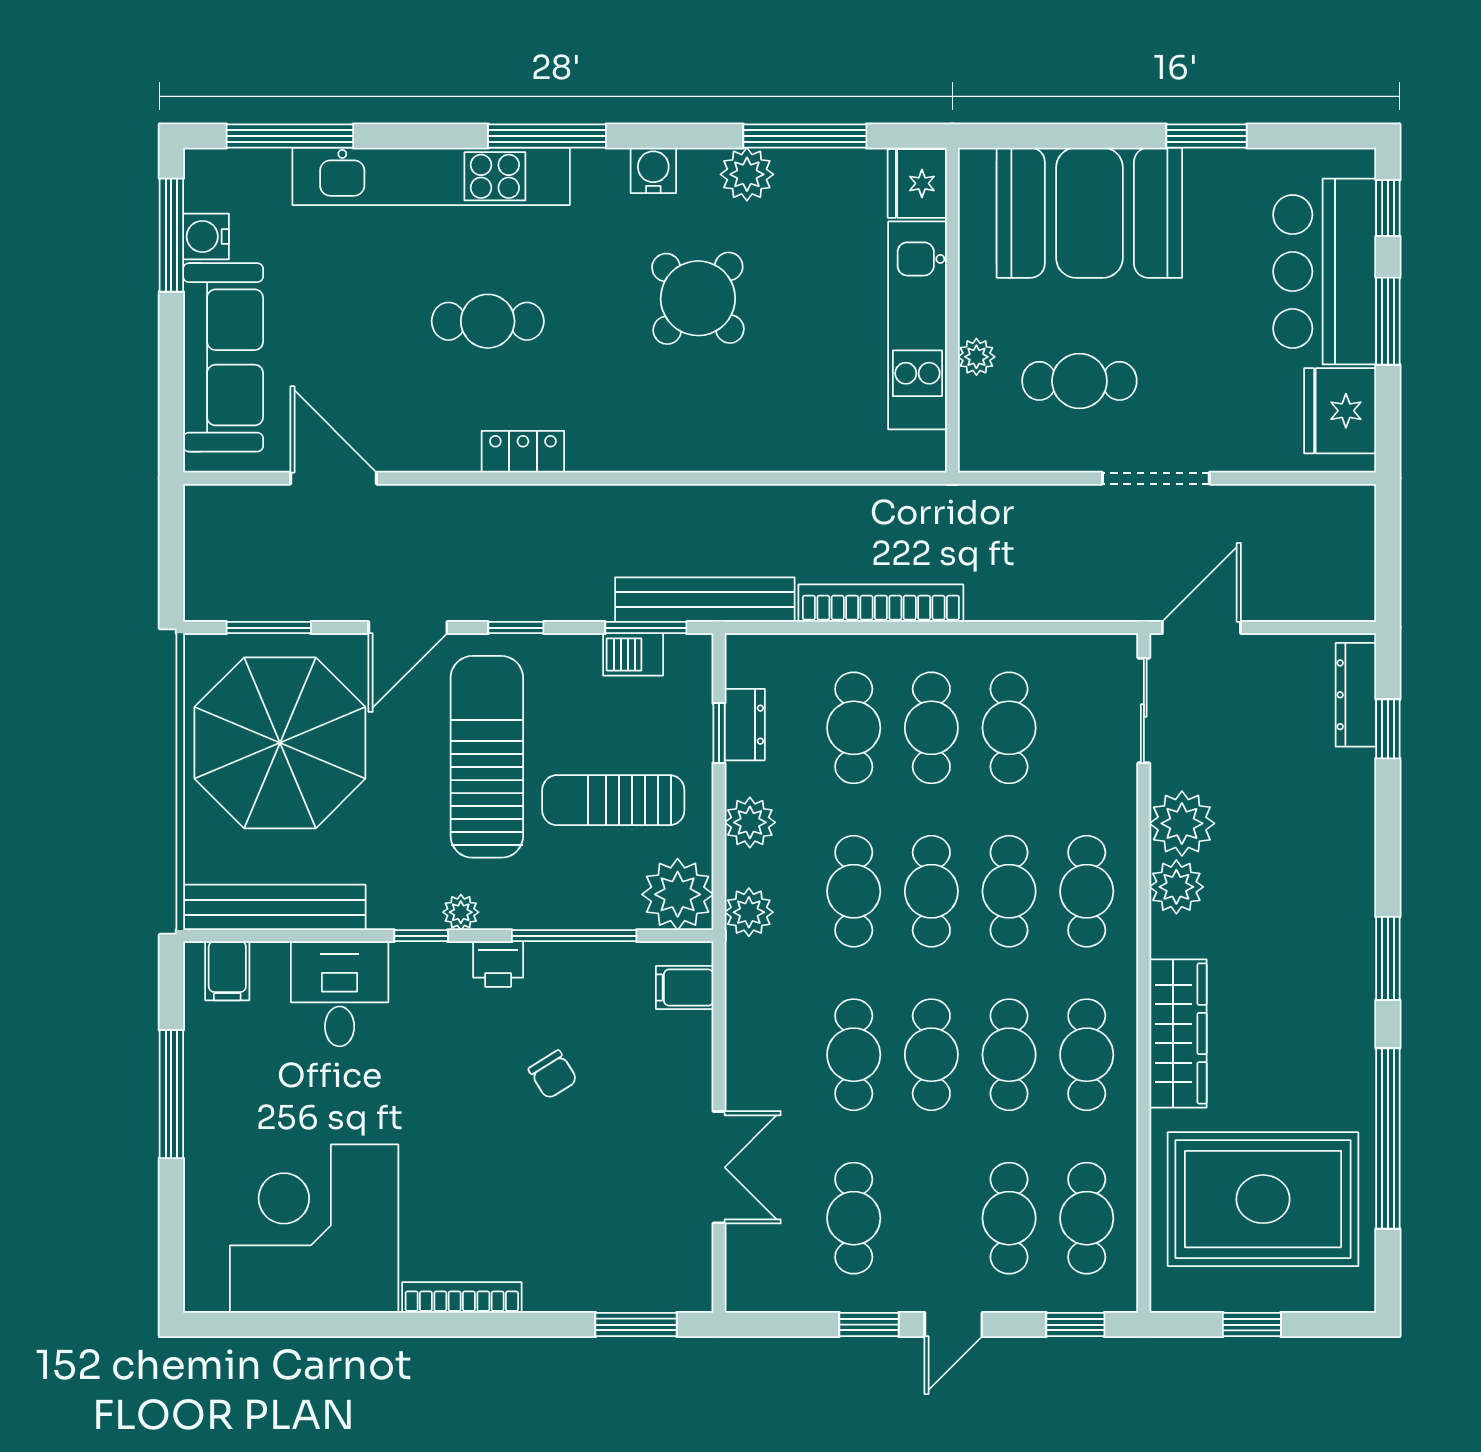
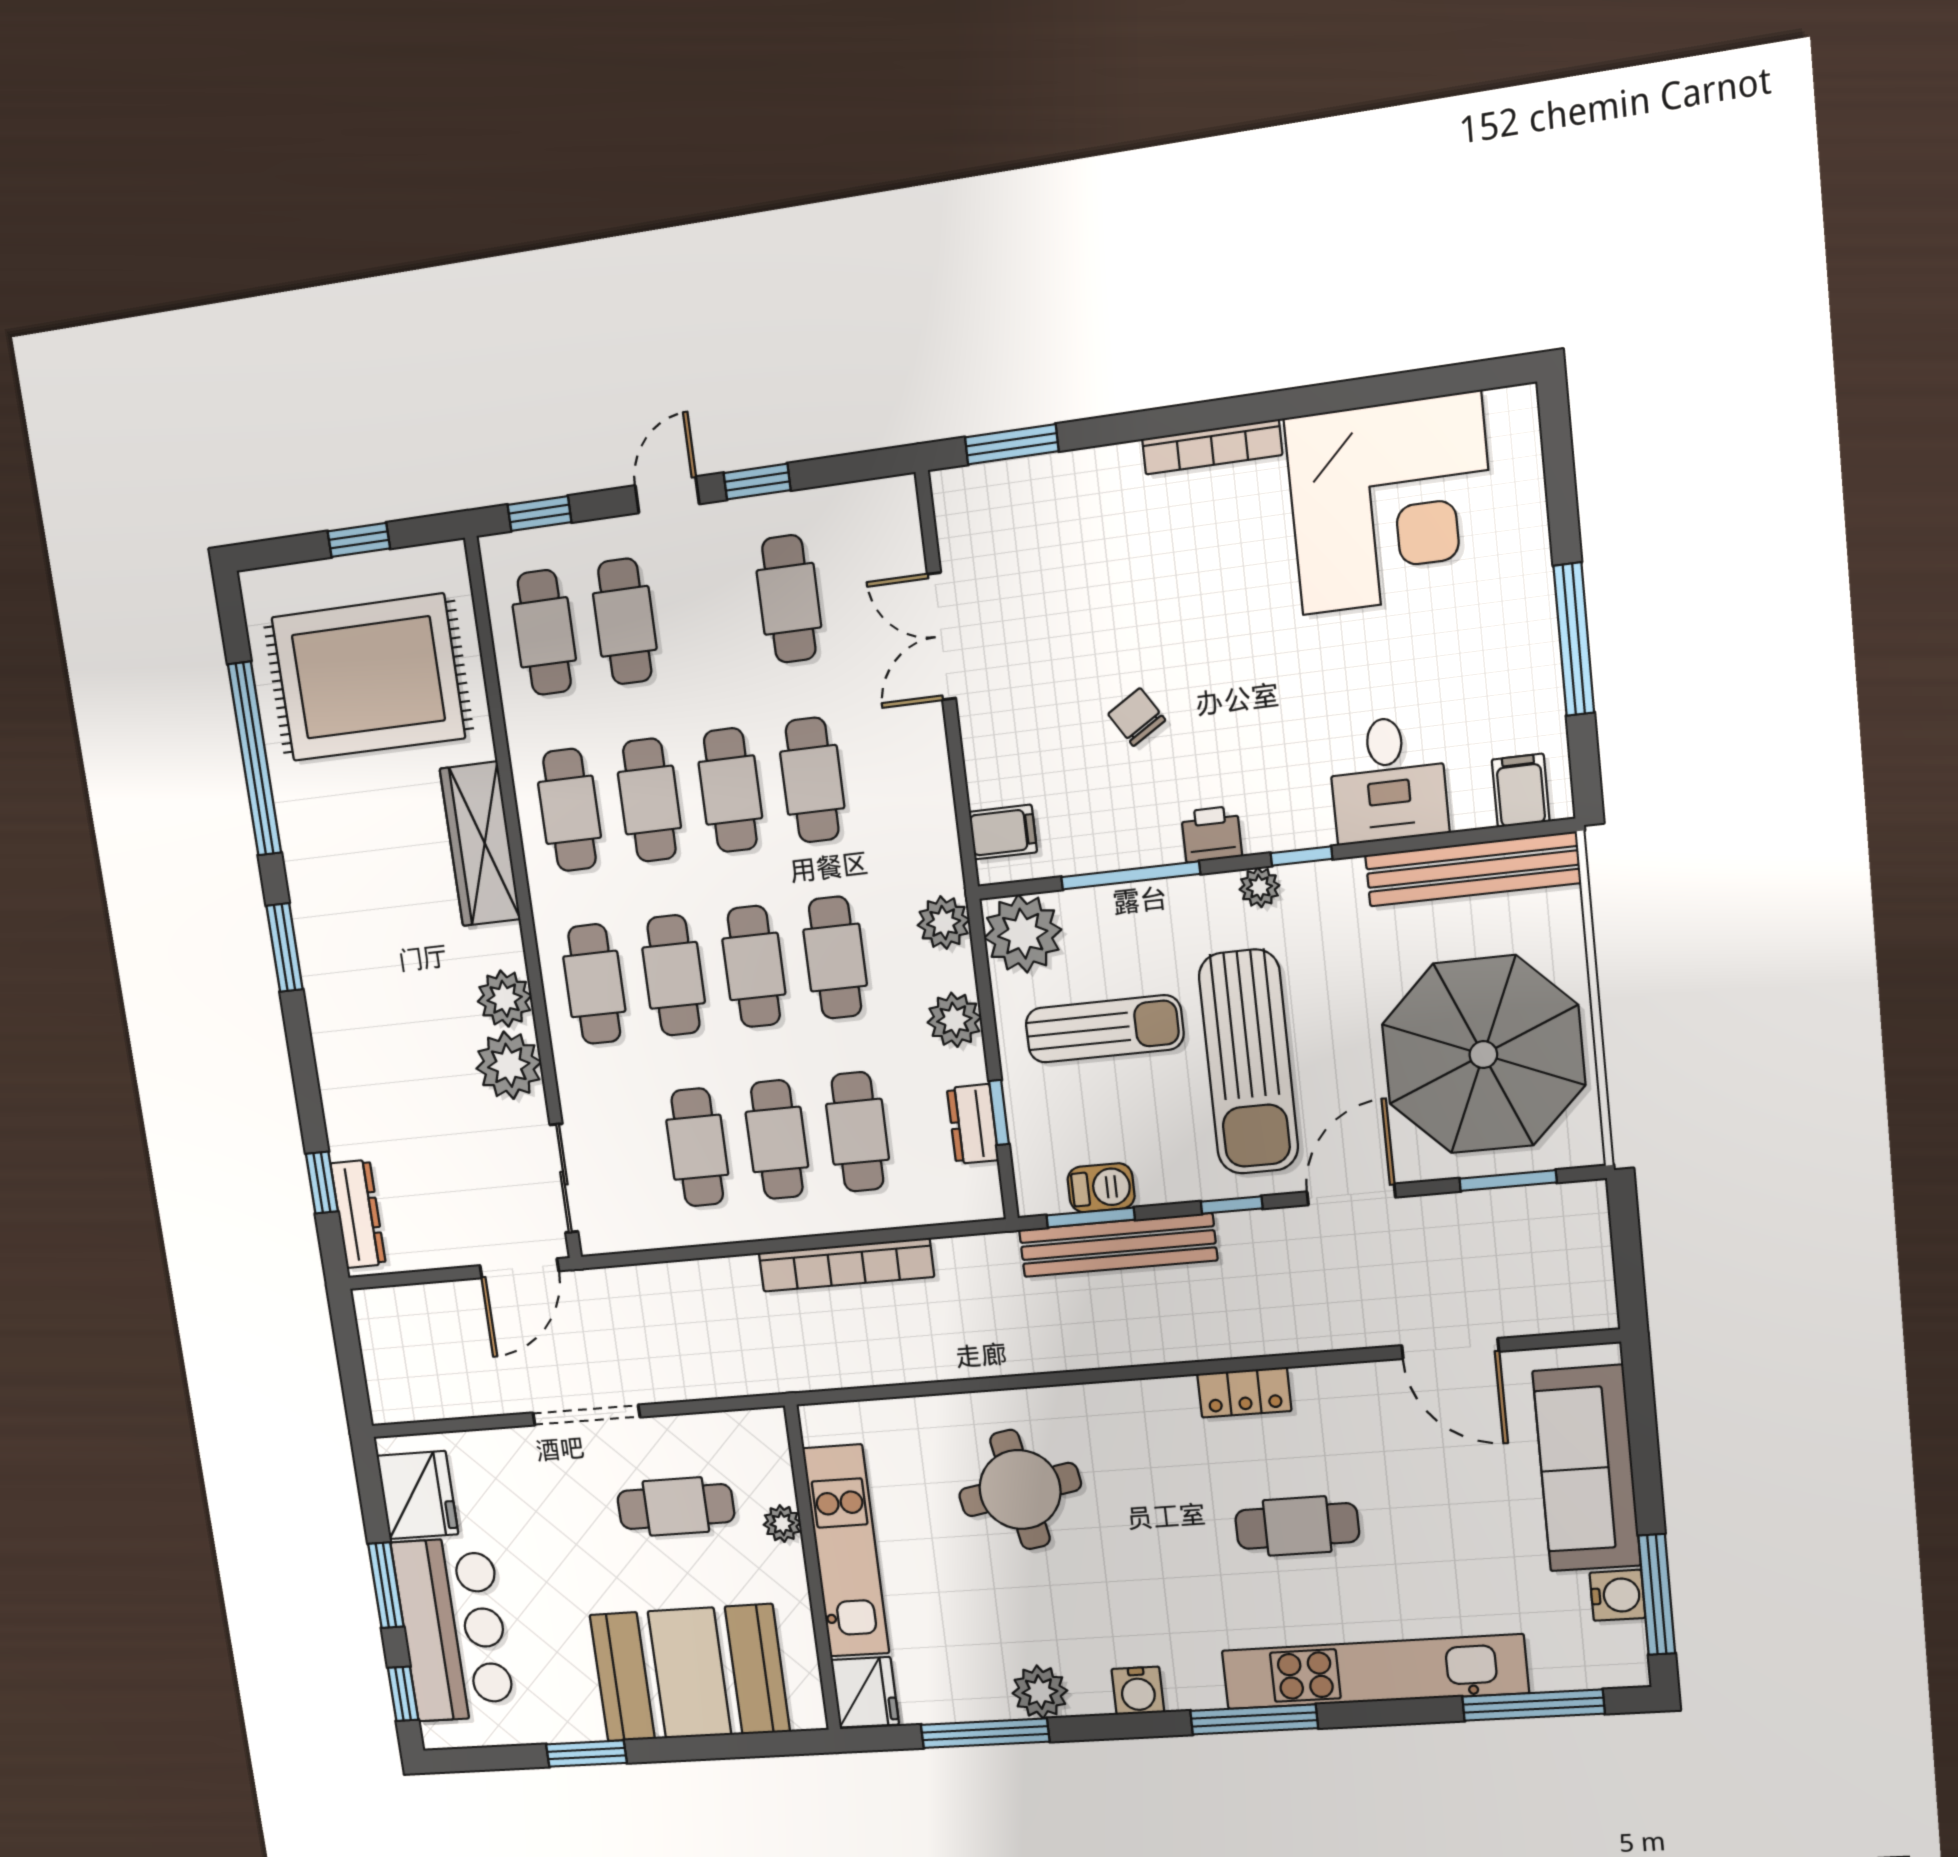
round table: (698, 298) -> (1020, 1490), moved, turned 36
bench: (705, 600) -> (1118, 1245), moved

